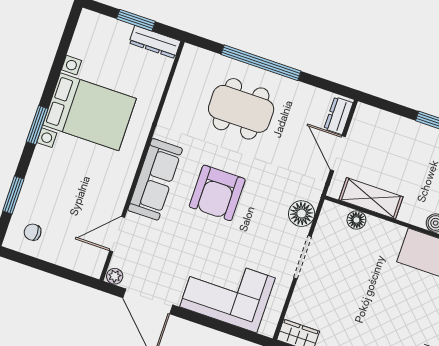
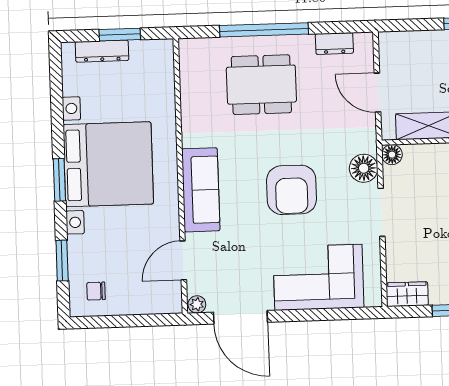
dresser: (155, 42) -> (102, 51), moved
bed with nightstands: (89, 112) -> (108, 164), width x1.36
dresser: (338, 116) -> (334, 44), moved, turned -90
armchair: (217, 193) -> (292, 190), moved
floor lamp: (356, 220) -> (392, 155), moved

